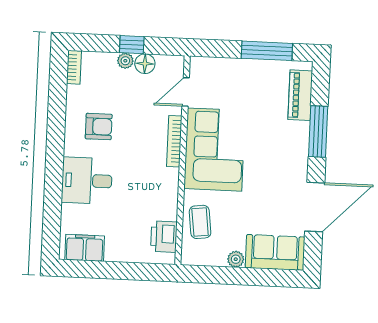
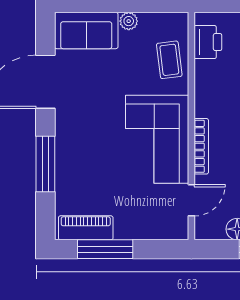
piano: (300, 95) -> (86, 228), moved, turned -90

